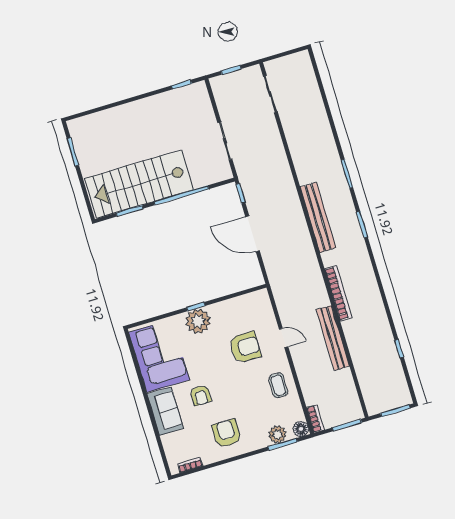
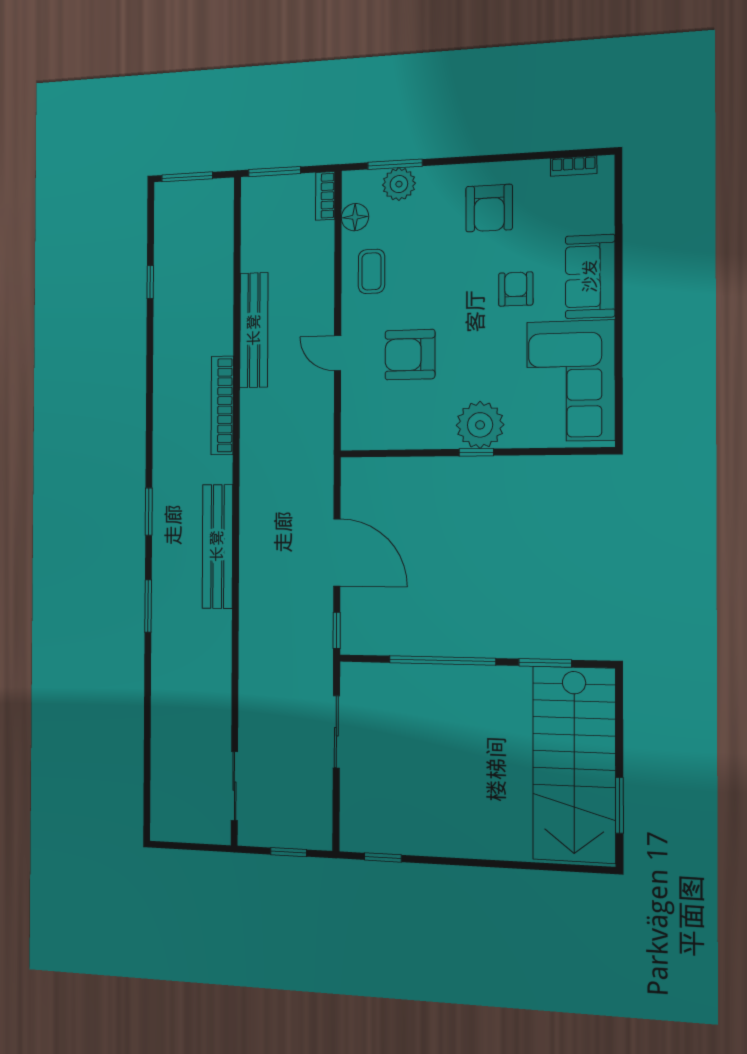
stairs: (139, 184) -> (574, 764), moved, turned 90
floor lamp: (301, 429) -> (355, 217), moved

